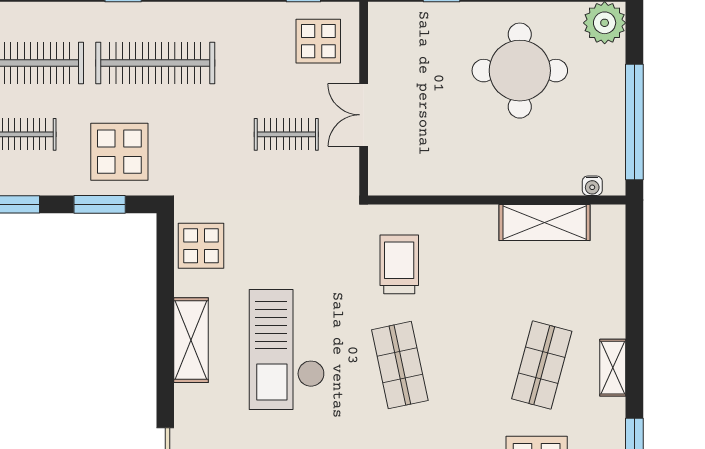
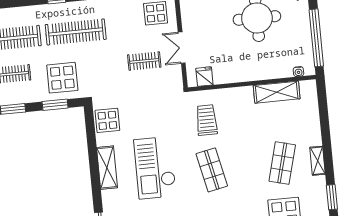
fridge: (404, 177) -> (204, 77), added

